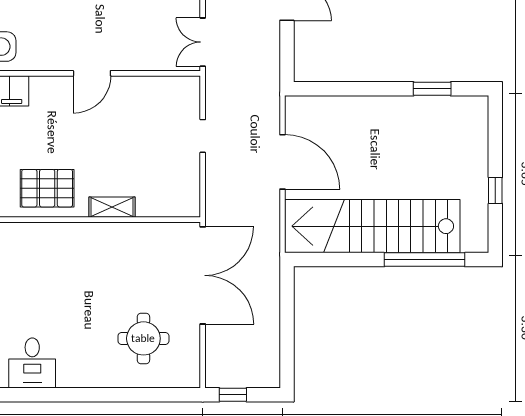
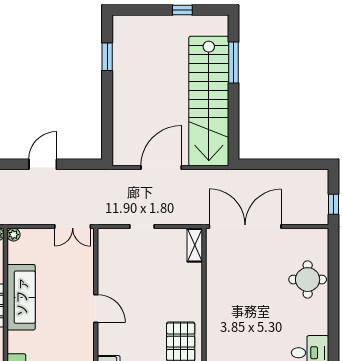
shelving: (112, 207) -> (195, 245), moved
window: (425, 260) -> (233, 62), width x0.68
round table: (143, 338) -> (308, 280), moved

